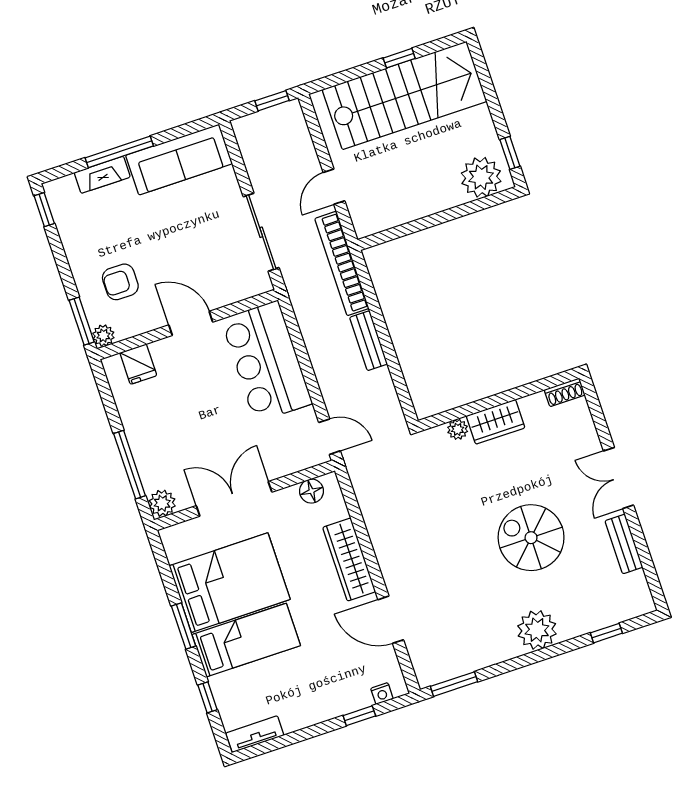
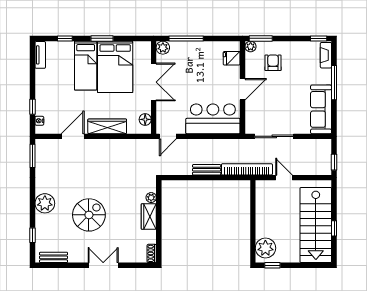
fireplace: (102, 175) -> (326, 55), moved
bench: (624, 544) -> (54, 257), moved

